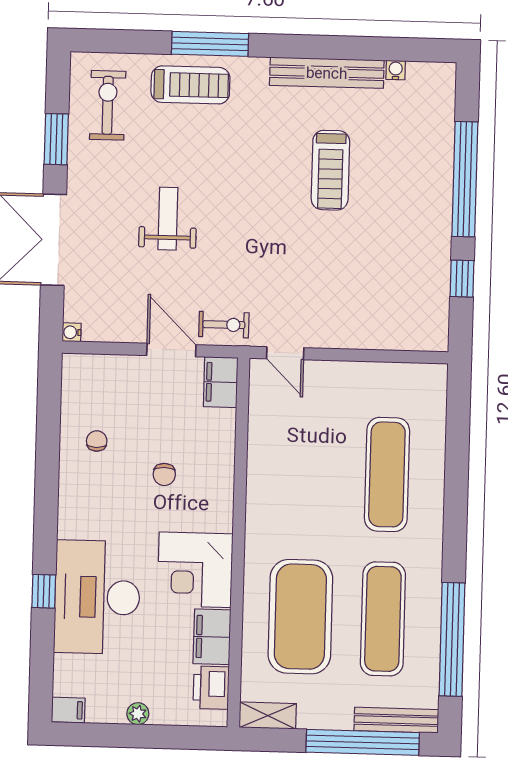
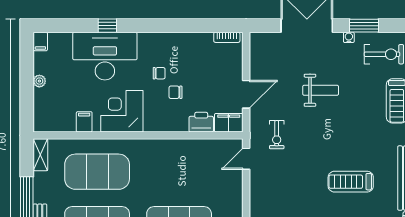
exercise bike: (224, 325) -> (277, 135), moved
water cooler: (72, 332) -> (349, 37), moved
bookcase: (70, 381) -> (227, 37), added
chair: (97, 441) -> (159, 73), moved
filing cabinet: (212, 637) -> (84, 122), width x0.50
printer: (211, 688) -> (201, 122), moved

